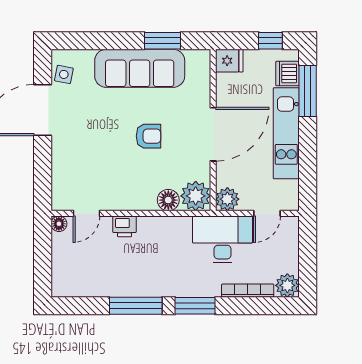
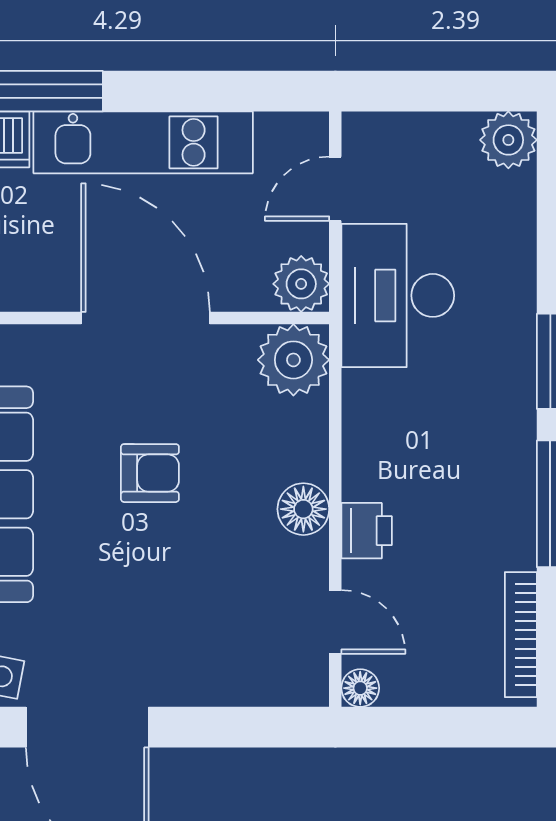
armchair: (149, 136) -> (150, 473), turned 90
floor lamp: (168, 200) -> (303, 509), moved
door: (267, 213) -> (335, 189), swing flipped
bookcase: (248, 291) -> (521, 635), moved

